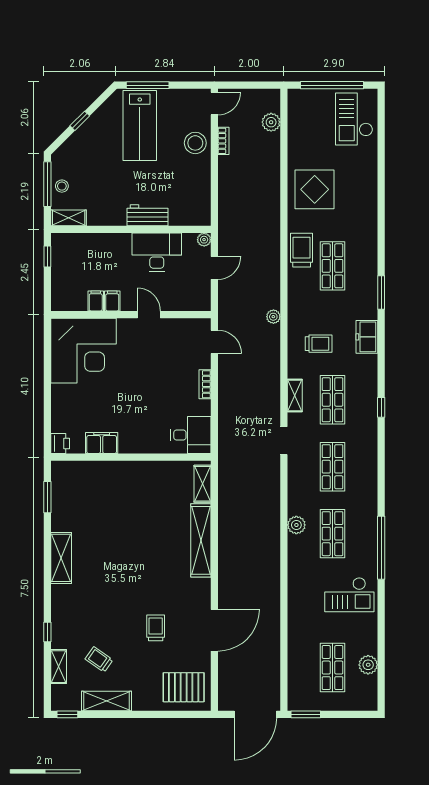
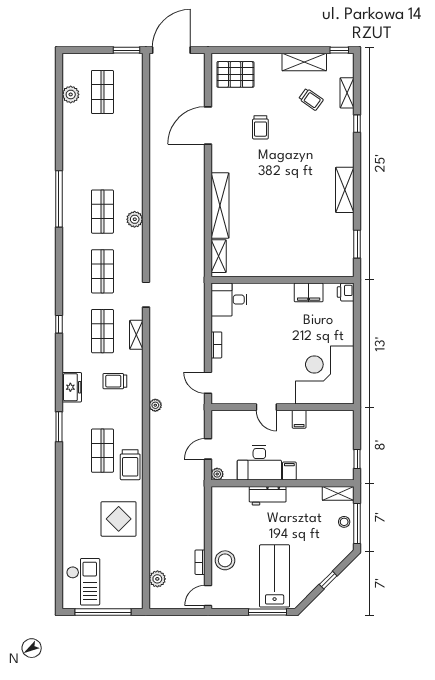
filing cabinet: (96, 301) -> (289, 471), moved, turned 180
checkout: (349, 595) -> (87, 157), removed

